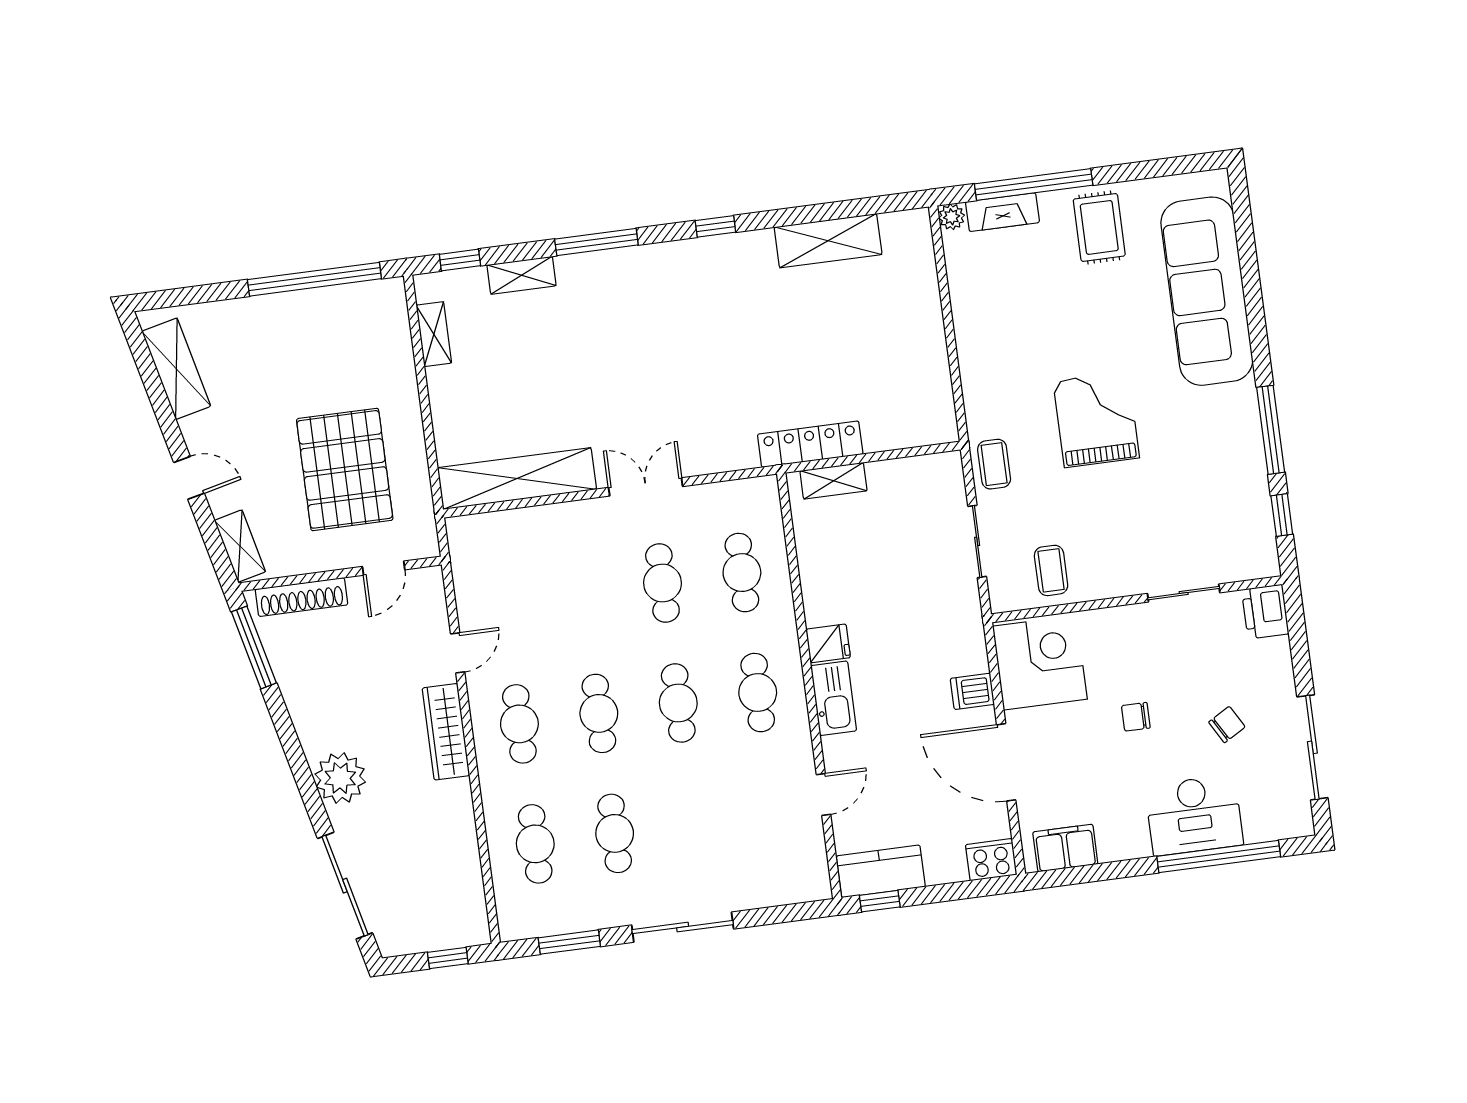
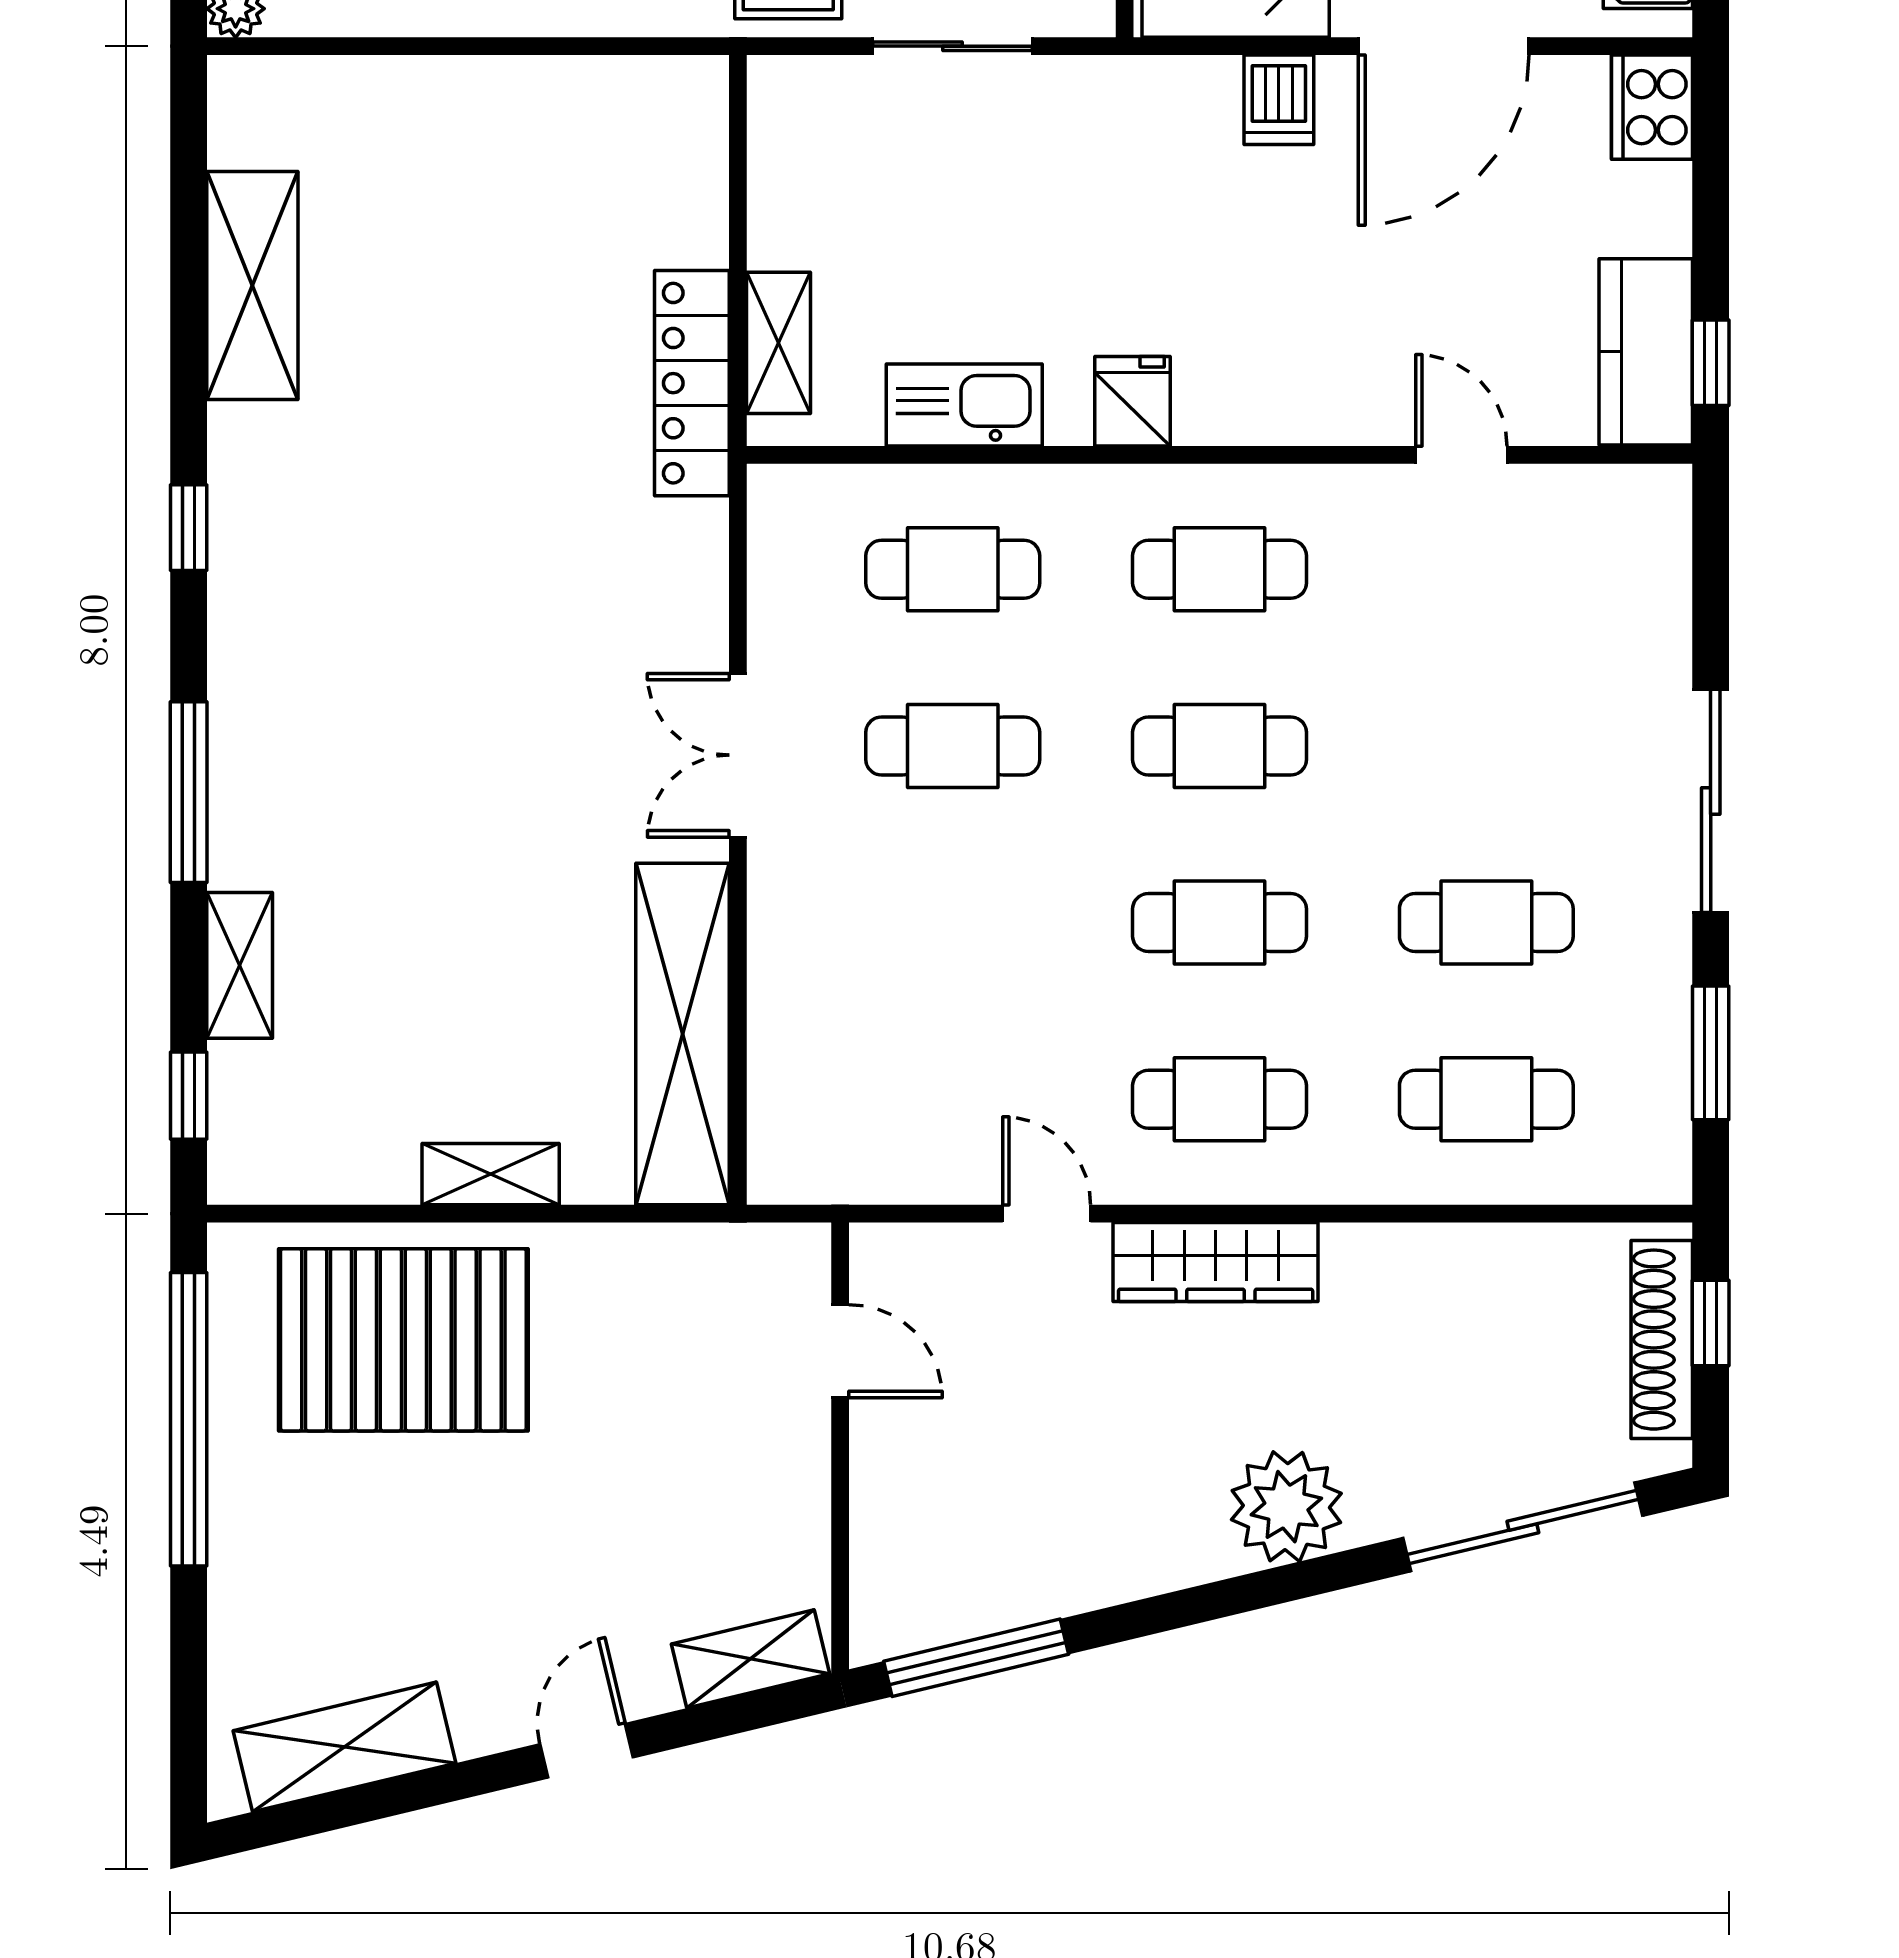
shelving: (434, 334) -> (491, 1174), moved
pallet: (345, 469) -> (403, 1340), moved
shoe rack: (301, 597) -> (1662, 1340), moved, turned 180
kitchen sink: (834, 698) -> (964, 405), moved

